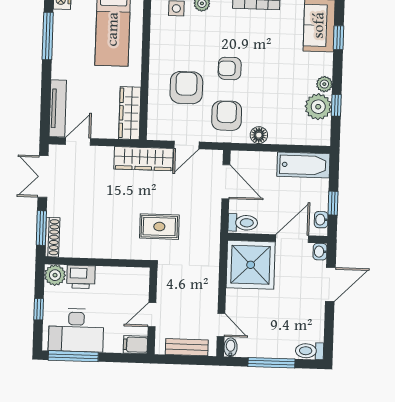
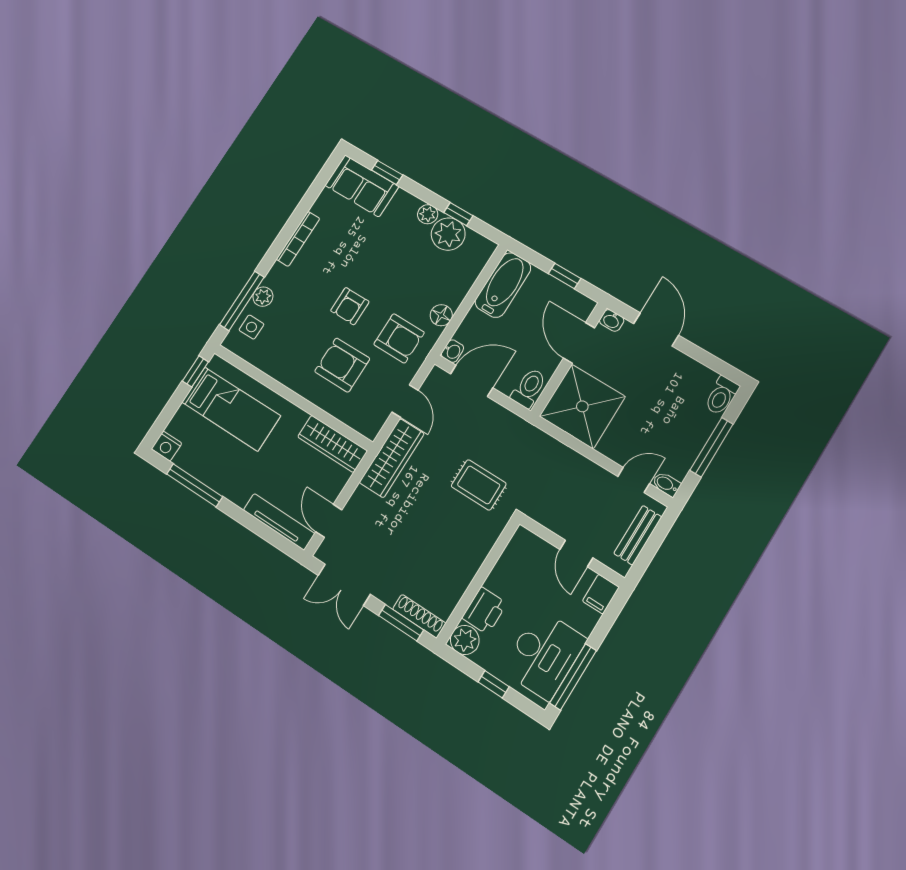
armchair: (227, 116) -> (399, 338), turned 180
washbasin: (321, 220) -> (452, 351), moved, turned -90
rug: (159, 227) -> (479, 485), turned 90

